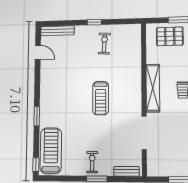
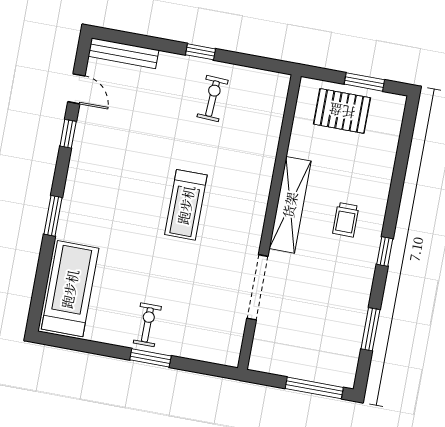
window: (36, 165) -> (68, 134), moved
bench: (127, 171) -> (210, 354), removed

